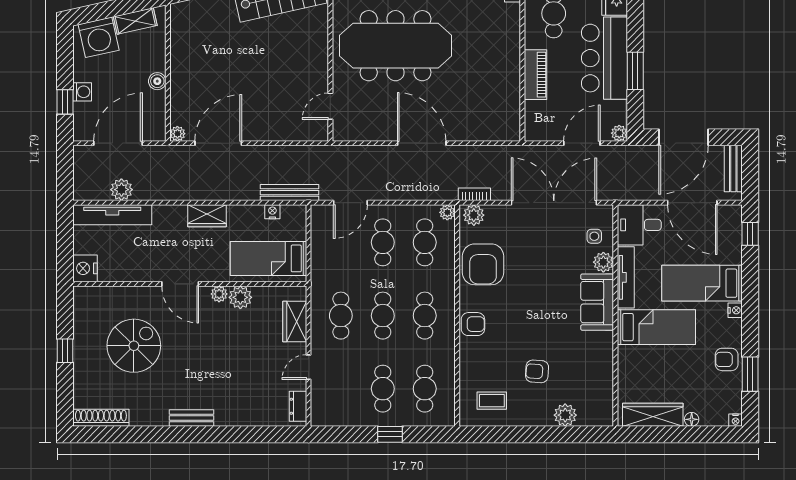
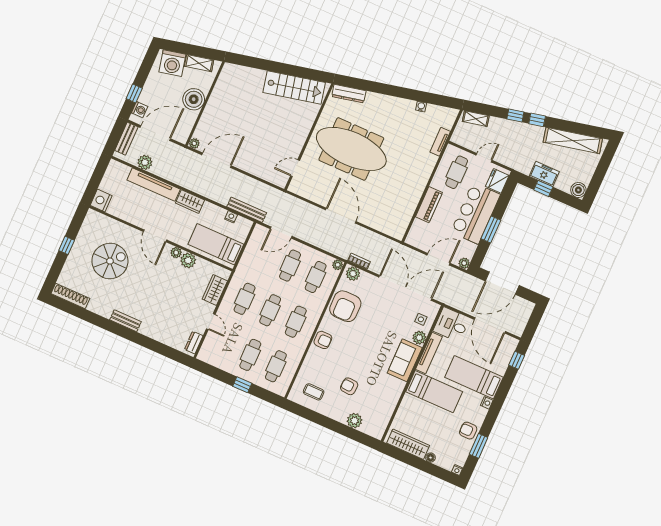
boiler: (157, 81) -> (194, 99), width x1.86, depth x1.86
washing machine: (82, 92) -> (140, 110), moved
bench: (733, 168) -> (126, 139), moved
tv unit: (112, 215) -> (154, 185), moved
door: (309, 367) -> (211, 322), swing flipped

